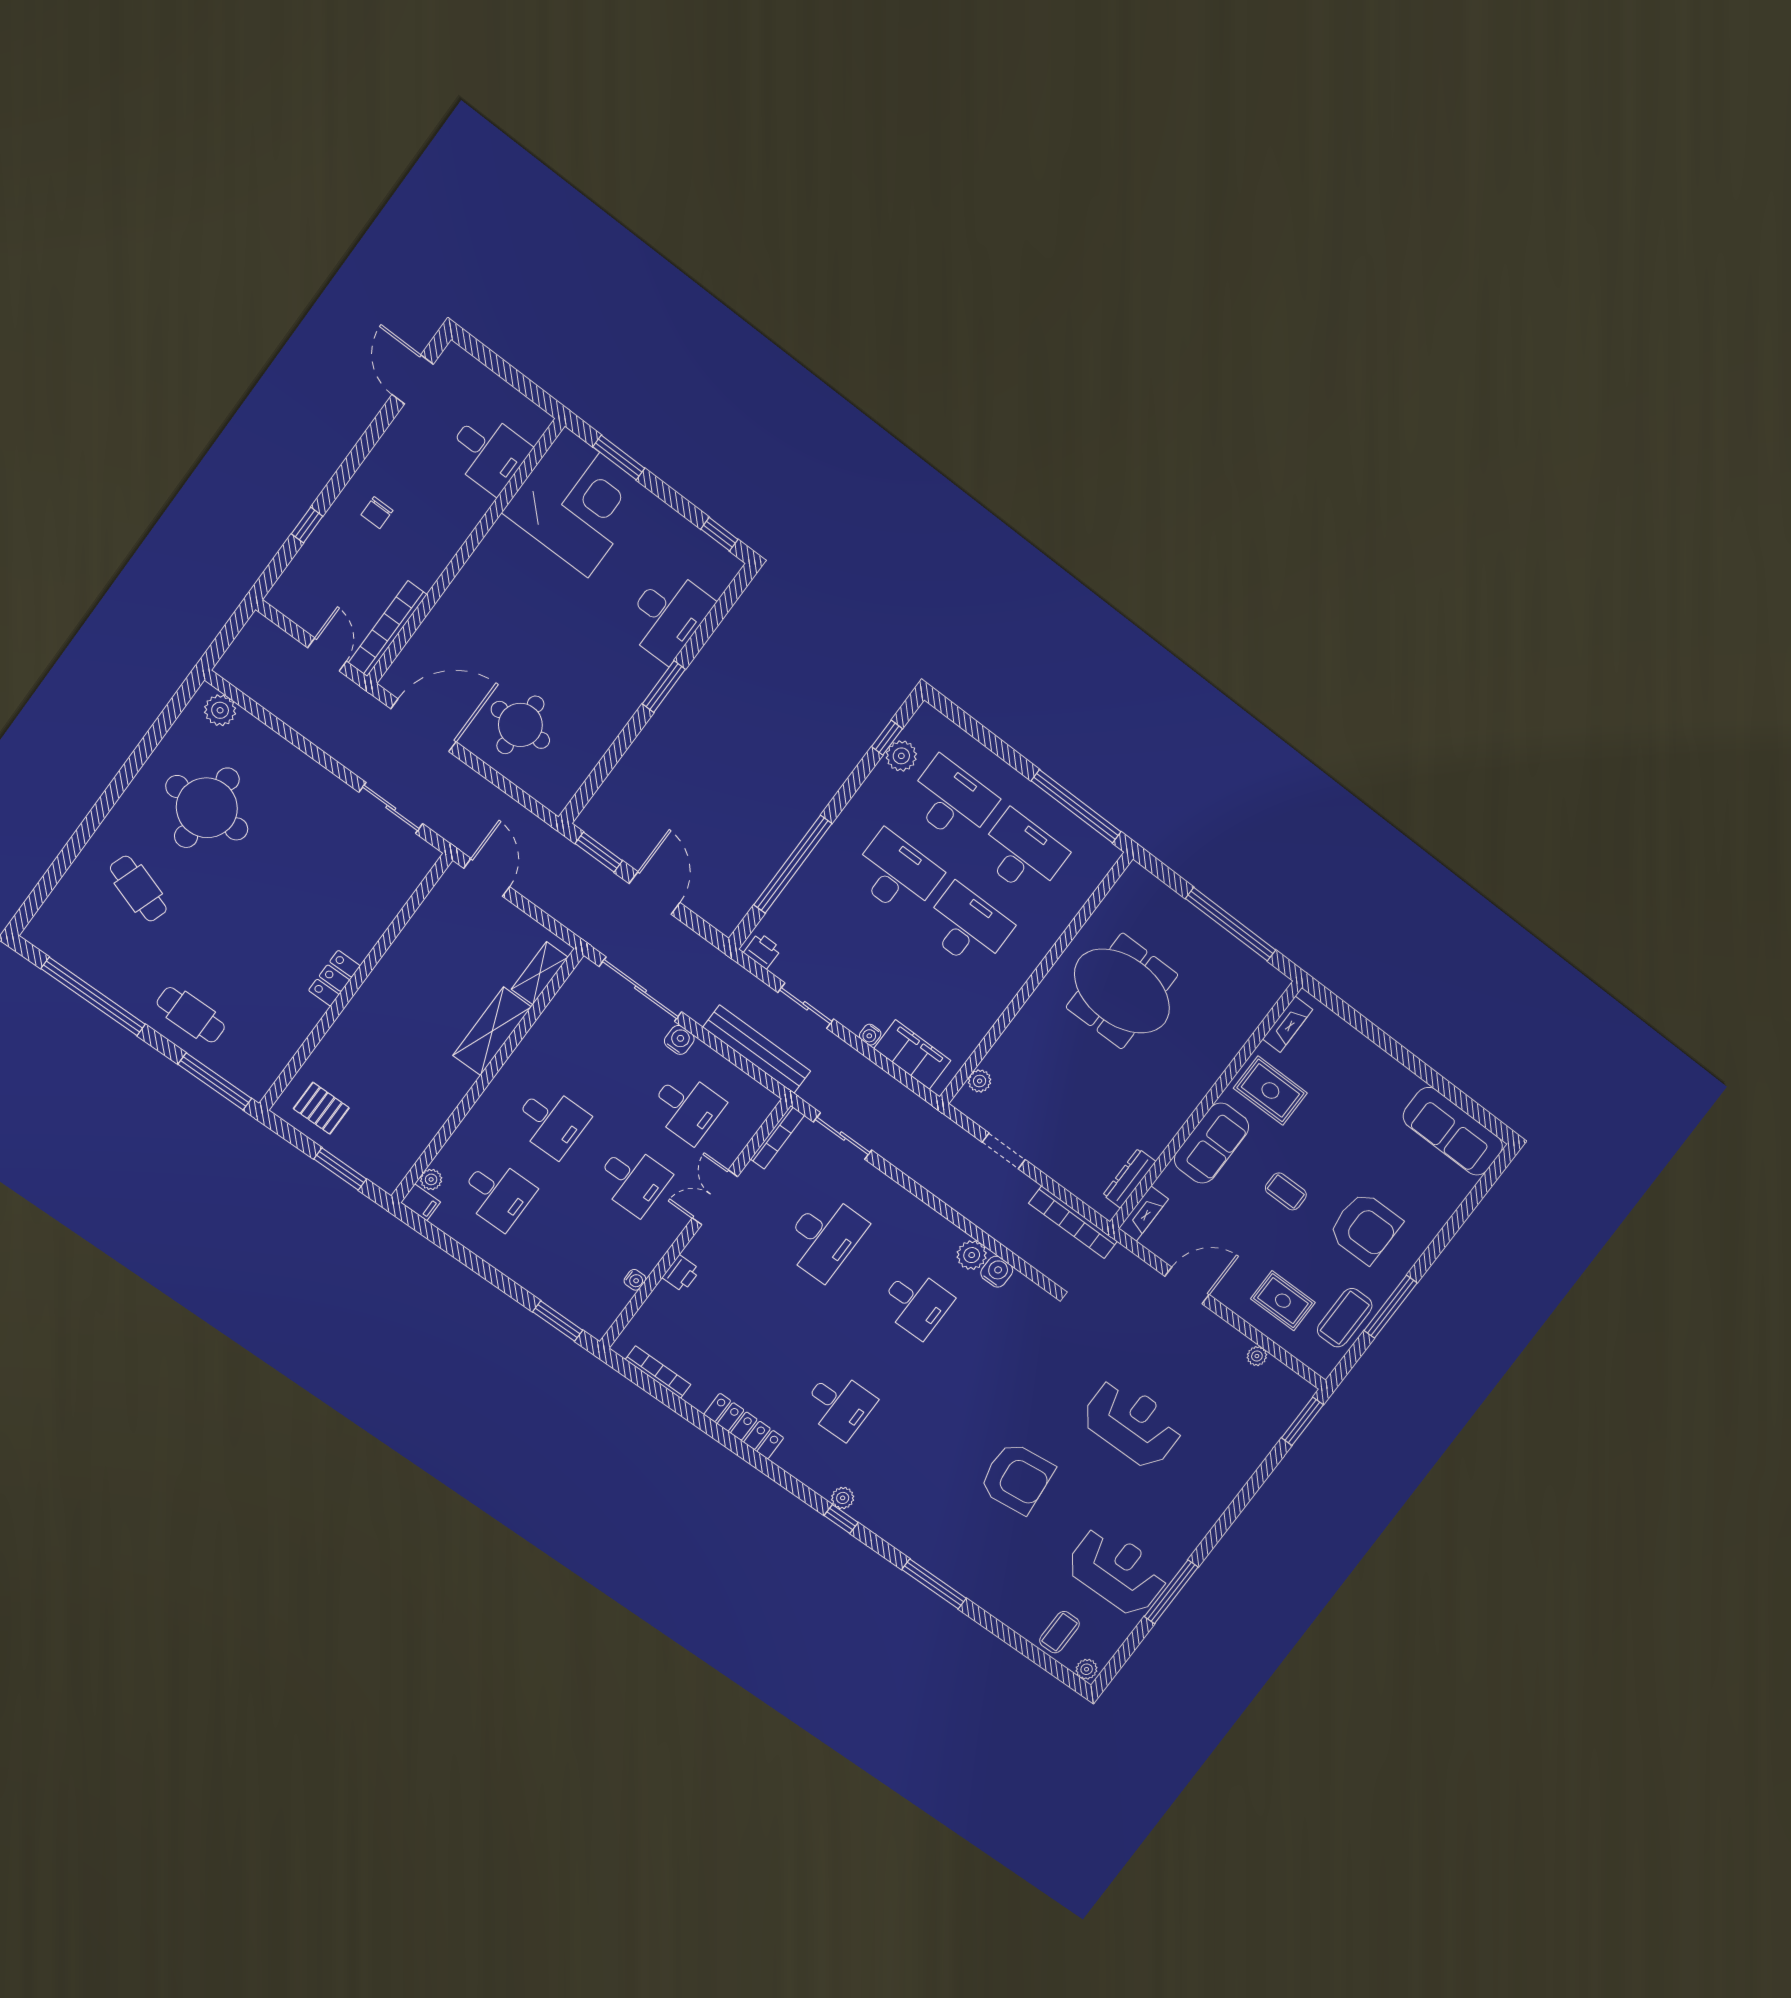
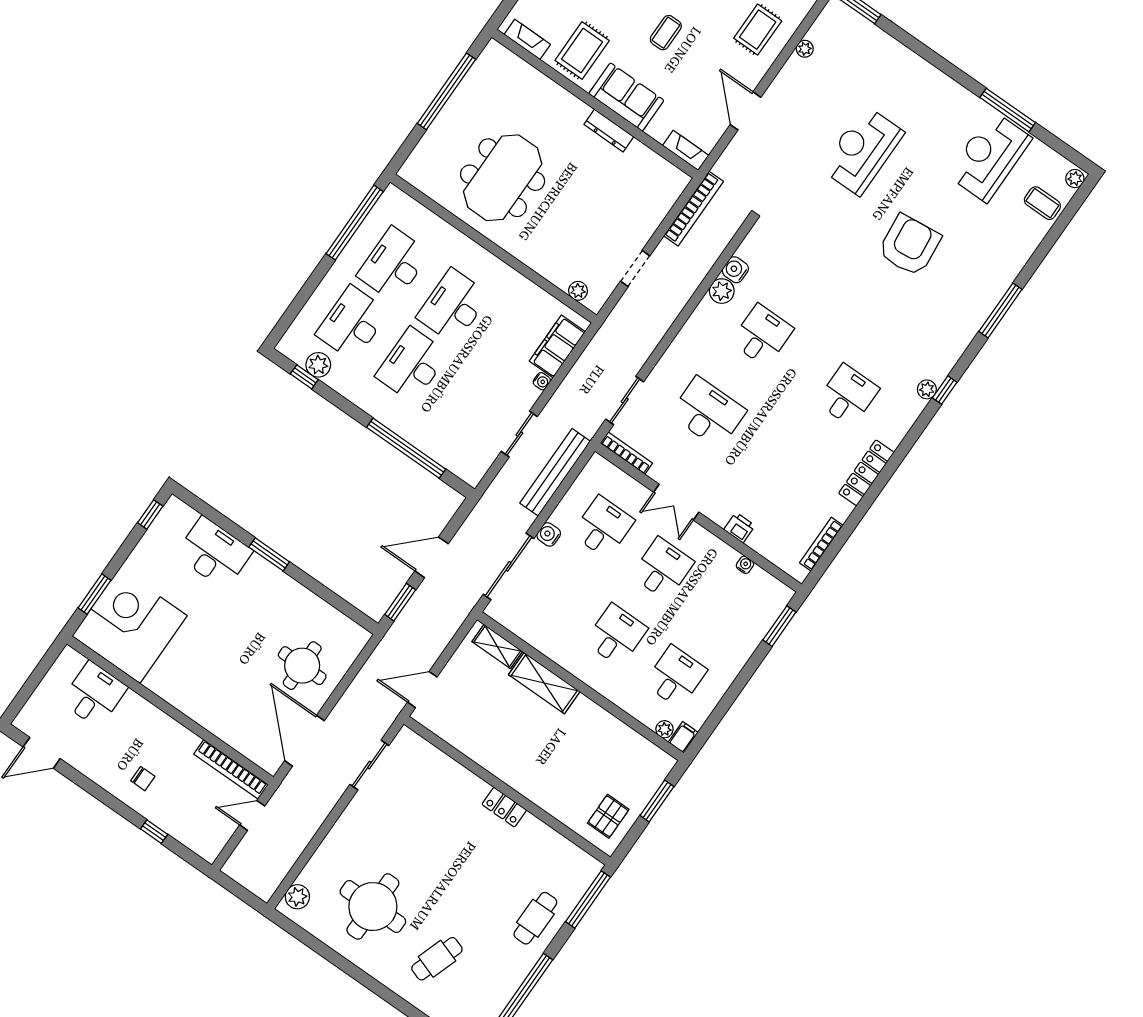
printer: (763, 951) -> (476, 470), removed
dresser: (1129, 1178) -> (609, 131), moved

